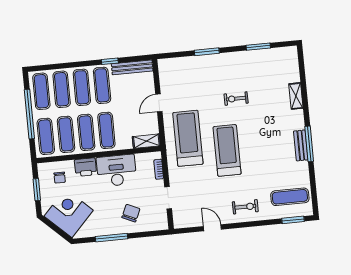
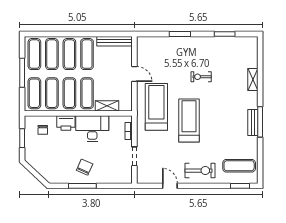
window: (110, 61) -> (96, 34), removed
door: (159, 103) -> (134, 74), swing flipped
window: (29, 114) -> (22, 73), width x0.68
shelving: (146, 141) -> (107, 106), moved
exercise bike: (245, 207) -> (200, 171), width x1.38, depth x1.39
corner desk: (69, 213) -> (48, 161), removed
chair: (131, 213) -> (85, 167), moved

